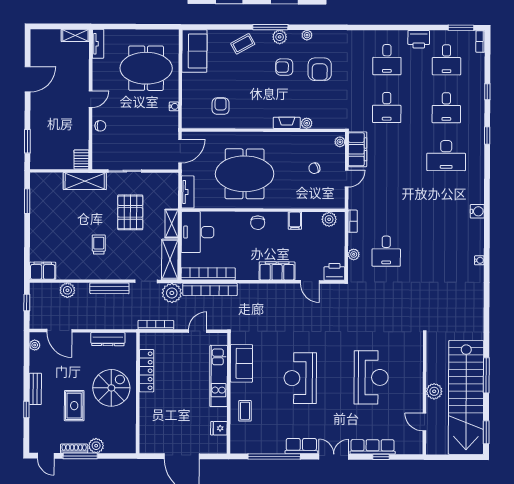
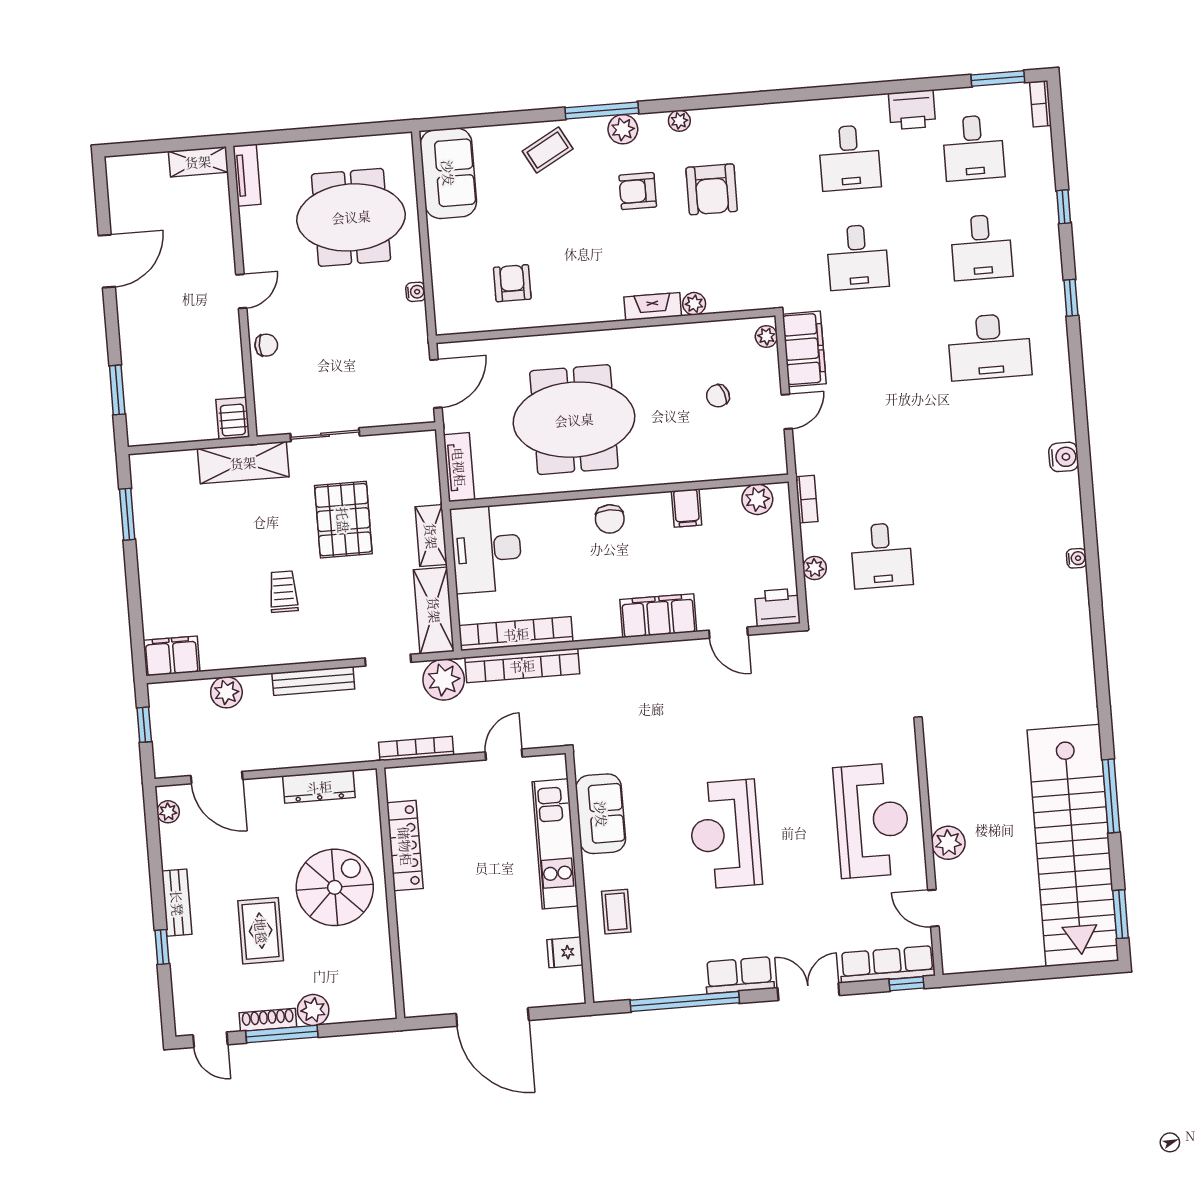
plant: (434, 391) -> (948, 843), moved
wall: (424, 394) -> (929, 850), moved
door: (424, 422) -> (933, 908), moved

